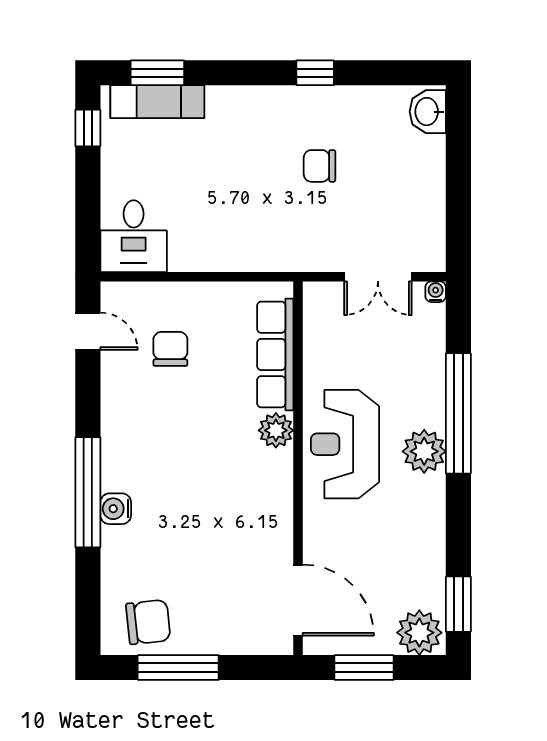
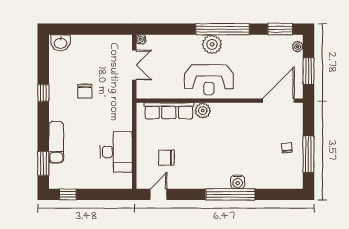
exam couch: (157, 102) -> (56, 142), moved
desk: (134, 236) -> (116, 152), moved, width x1.37
window: (458, 413) -> (223, 29), moved
chair: (148, 622) -> (287, 148), moved, width x0.54, depth x0.54
plant: (419, 633) -> (298, 47), width x0.53, depth x0.53

